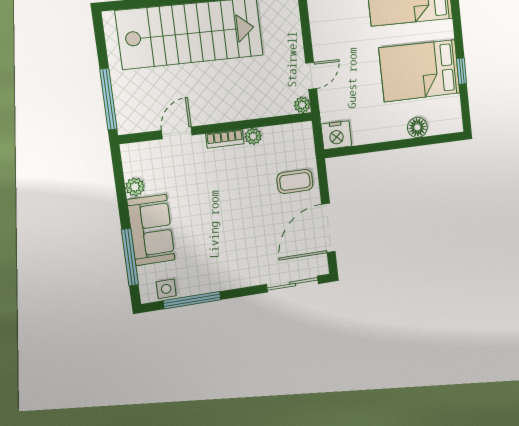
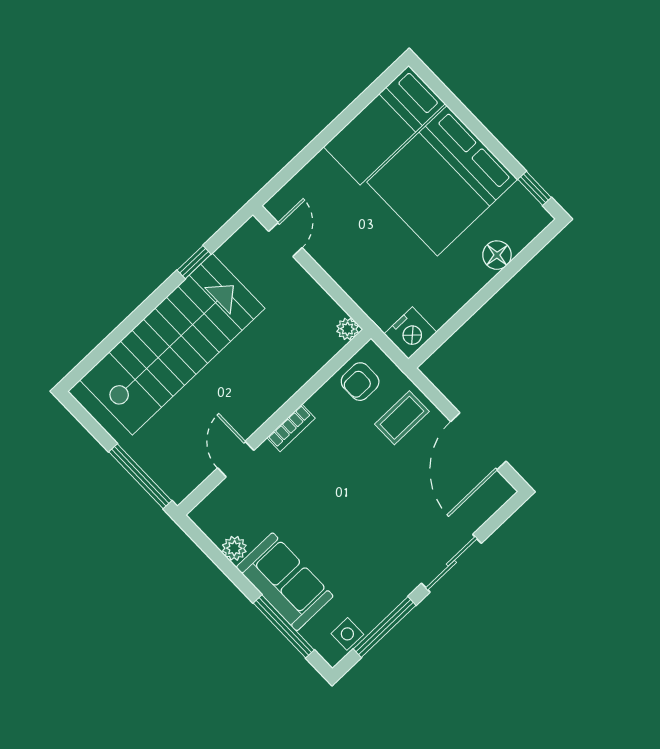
bed: (420, 71) -> (442, 181), width x1.36
window: (462, 71) -> (535, 188), moved
door: (311, 76) -> (285, 240), moved
plant: (253, 136) -> (319, 403), removed
armchair: (286, 142) -> (360, 382), added
sliding door: (292, 284) -> (451, 563), moved

